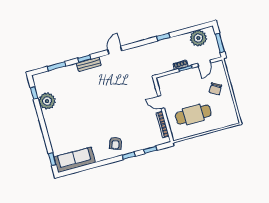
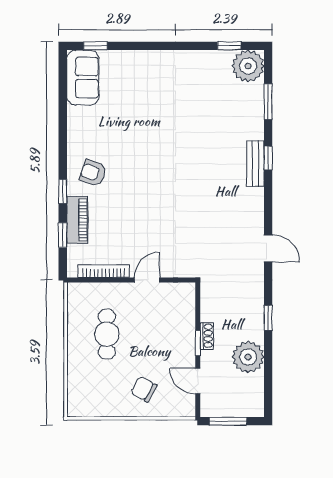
plant: (198, 38) -> (248, 357), moved
door: (115, 50) -> (268, 248), moved
plant: (47, 101) -> (248, 66), moved
cafe table: (193, 115) -> (107, 334), width x0.73, depth x0.74
piano: (141, 145) -> (77, 220), added
sofa: (75, 160) -> (83, 78), width x0.73

